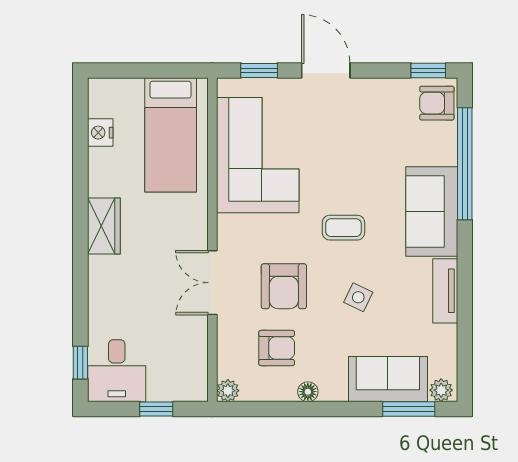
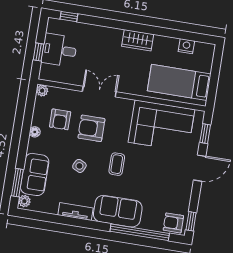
armchair: (437, 103) -> (173, 223), turned -90
desk: (117, 371) -> (59, 50), moved

